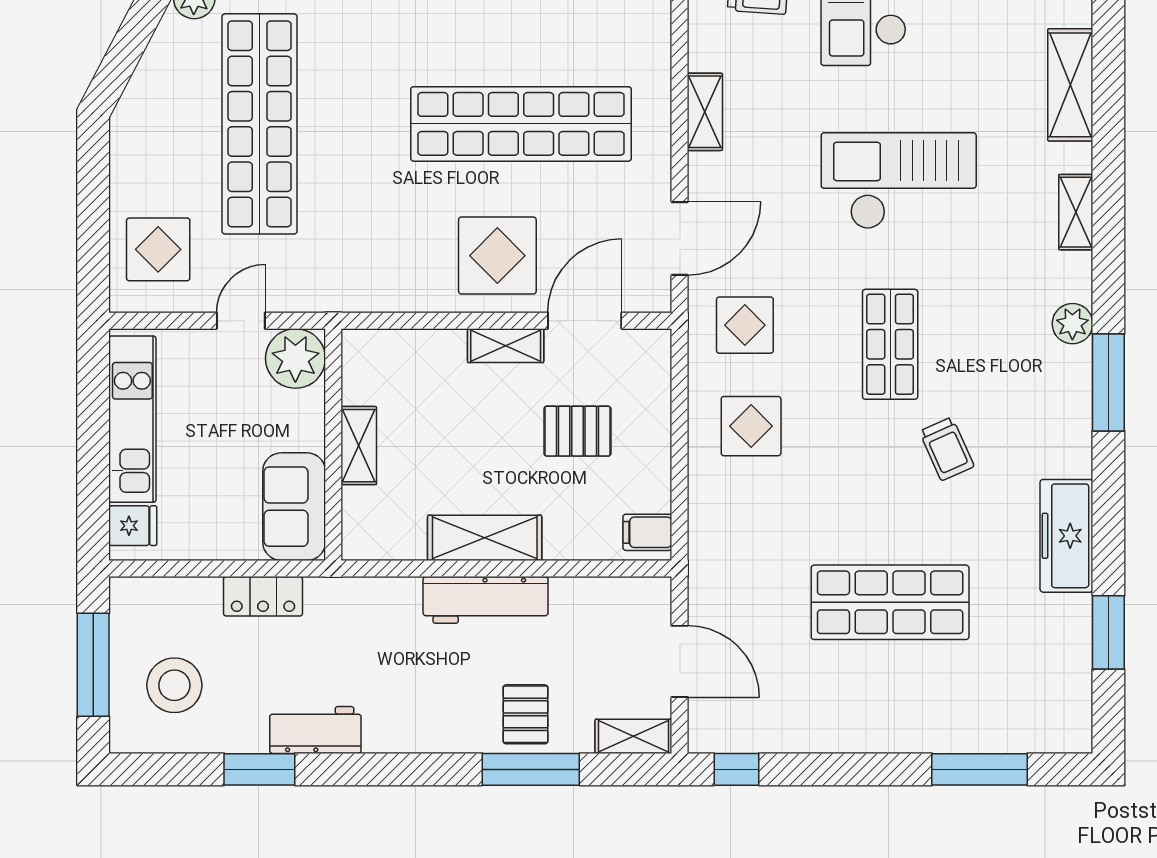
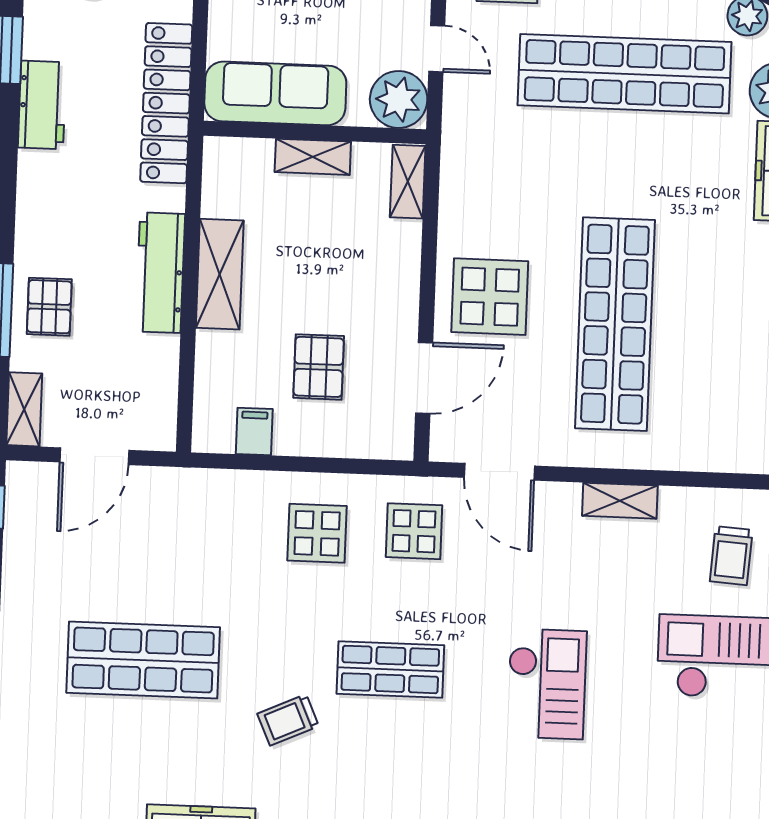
checkout: (899, 181) -> (547, 684), width x0.73, depth x0.83
door: (585, 321) -> (424, 378), hinge flipped
shelving: (506, 346) -> (408, 182), moved
sofa: (294, 507) -> (275, 93), width x1.36
filing cabinet: (647, 532) -> (254, 431), moved
locker: (263, 596) -> (166, 103), width x2.16, depth x1.21
shop shelf: (890, 602) -> (143, 660), turned 90
pallet: (525, 714) -> (49, 307), turned 90

